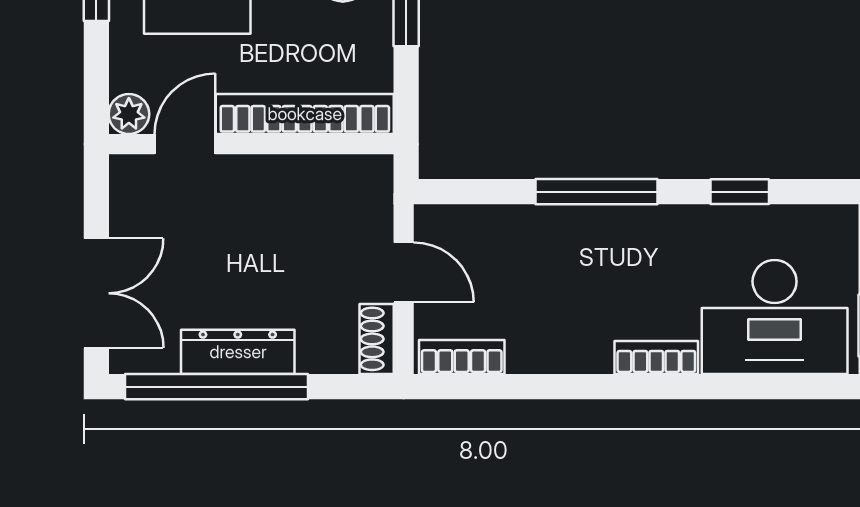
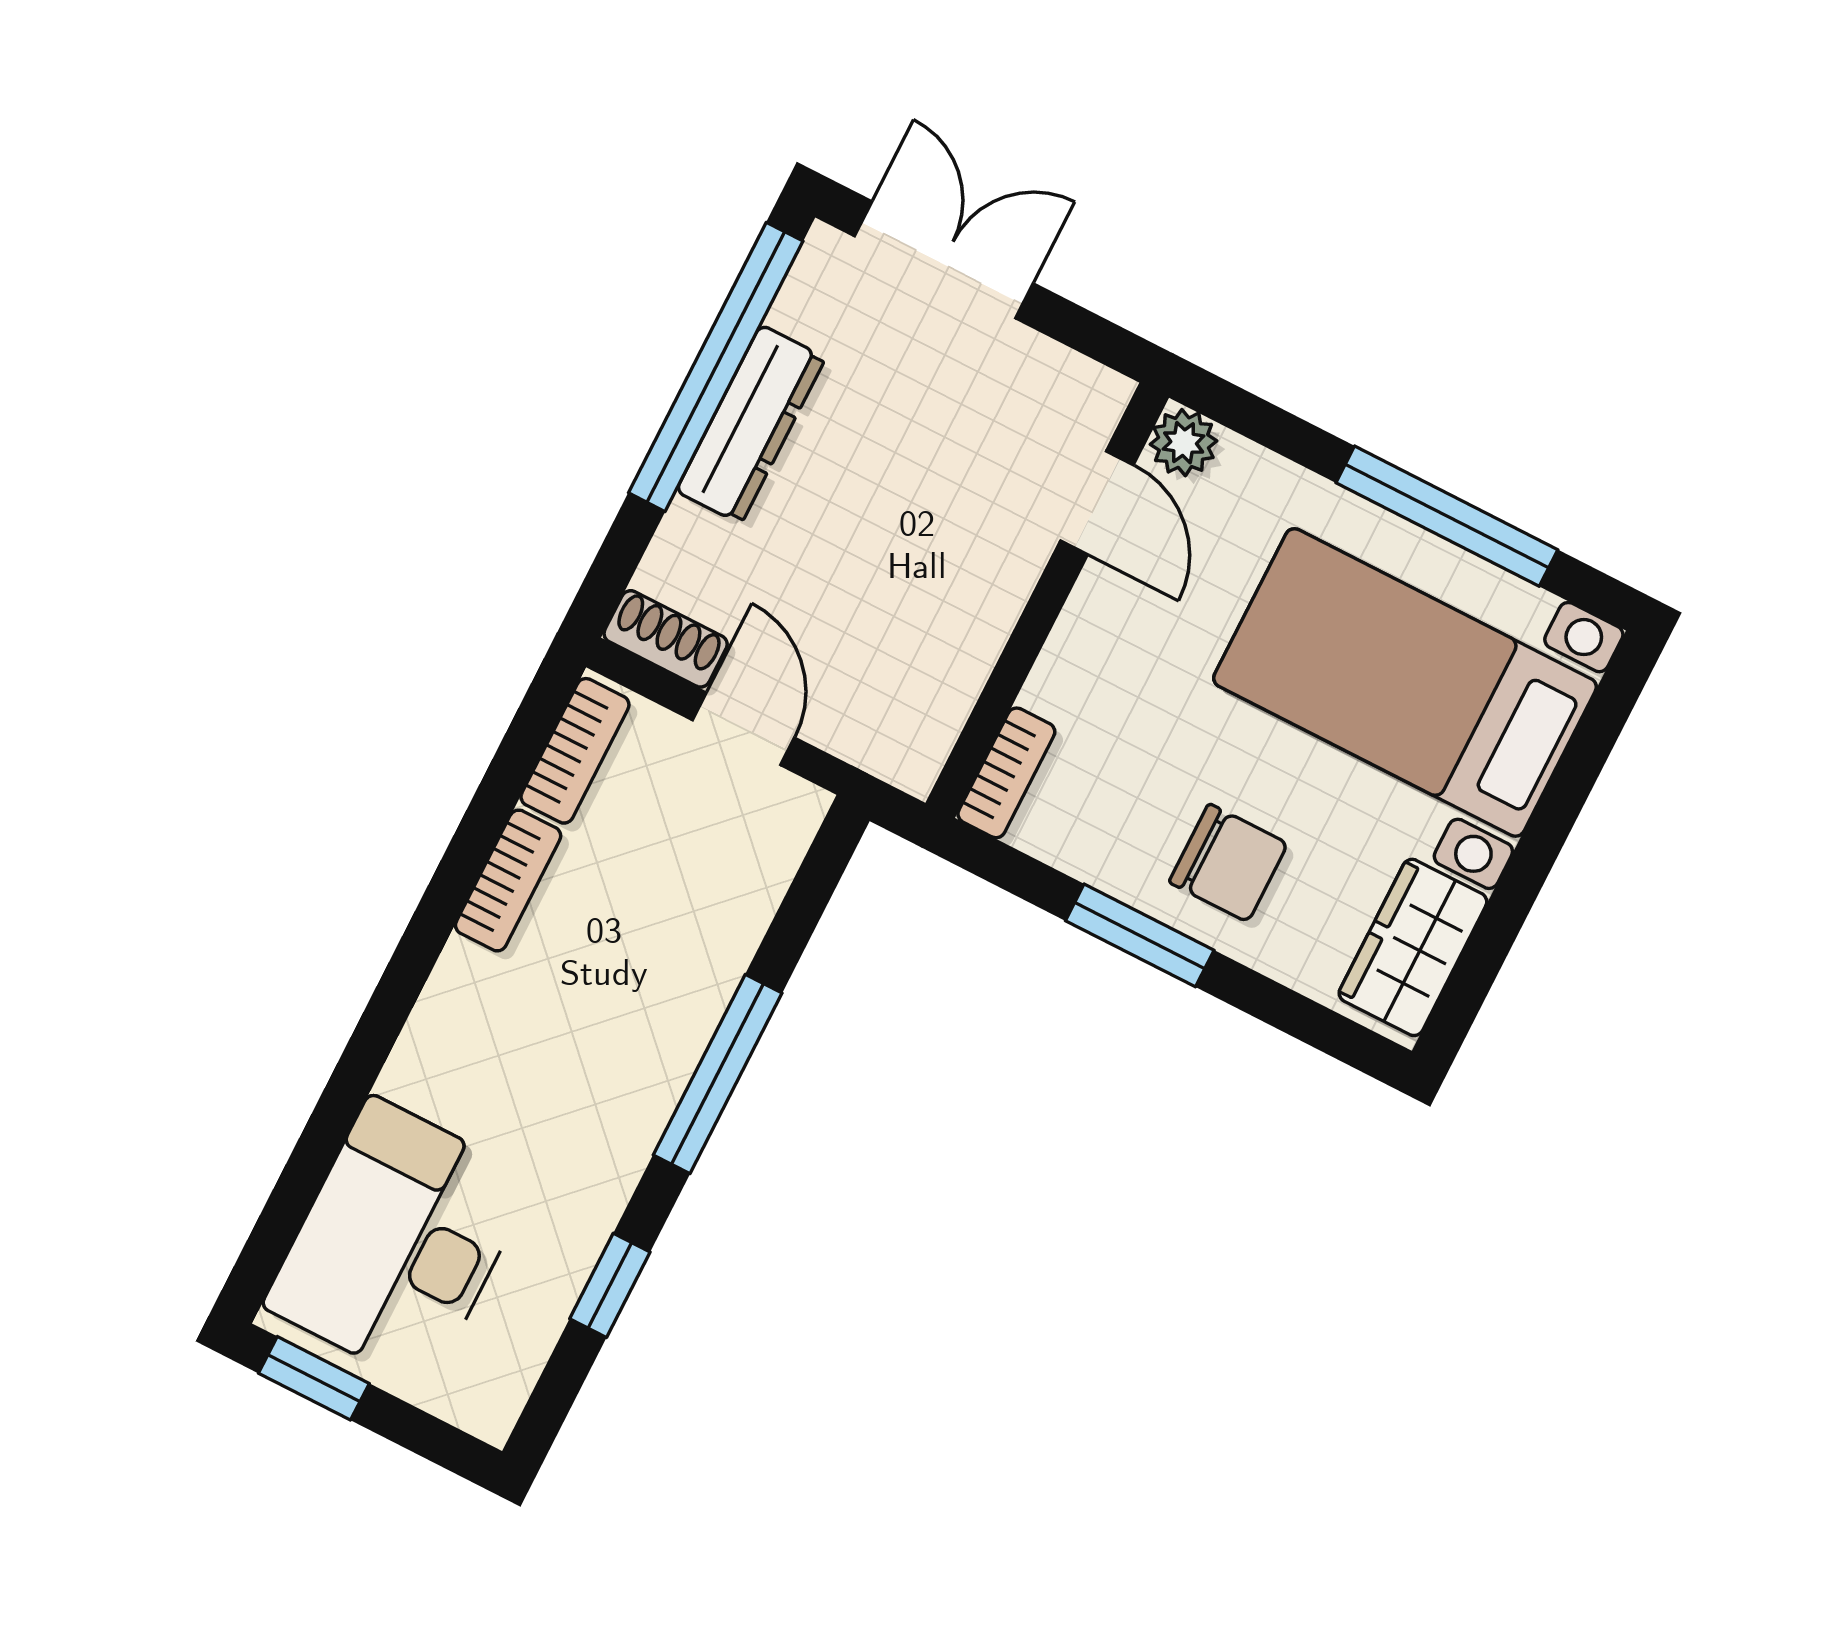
bookcase: (305, 114) -> (1006, 773), width x0.43, depth x0.76
door: (404, 272) -> (744, 729), swing flipped
double door: (96, 293) -> (944, 260), swing flipped
bookcase: (656, 357) -> (508, 880), moved

